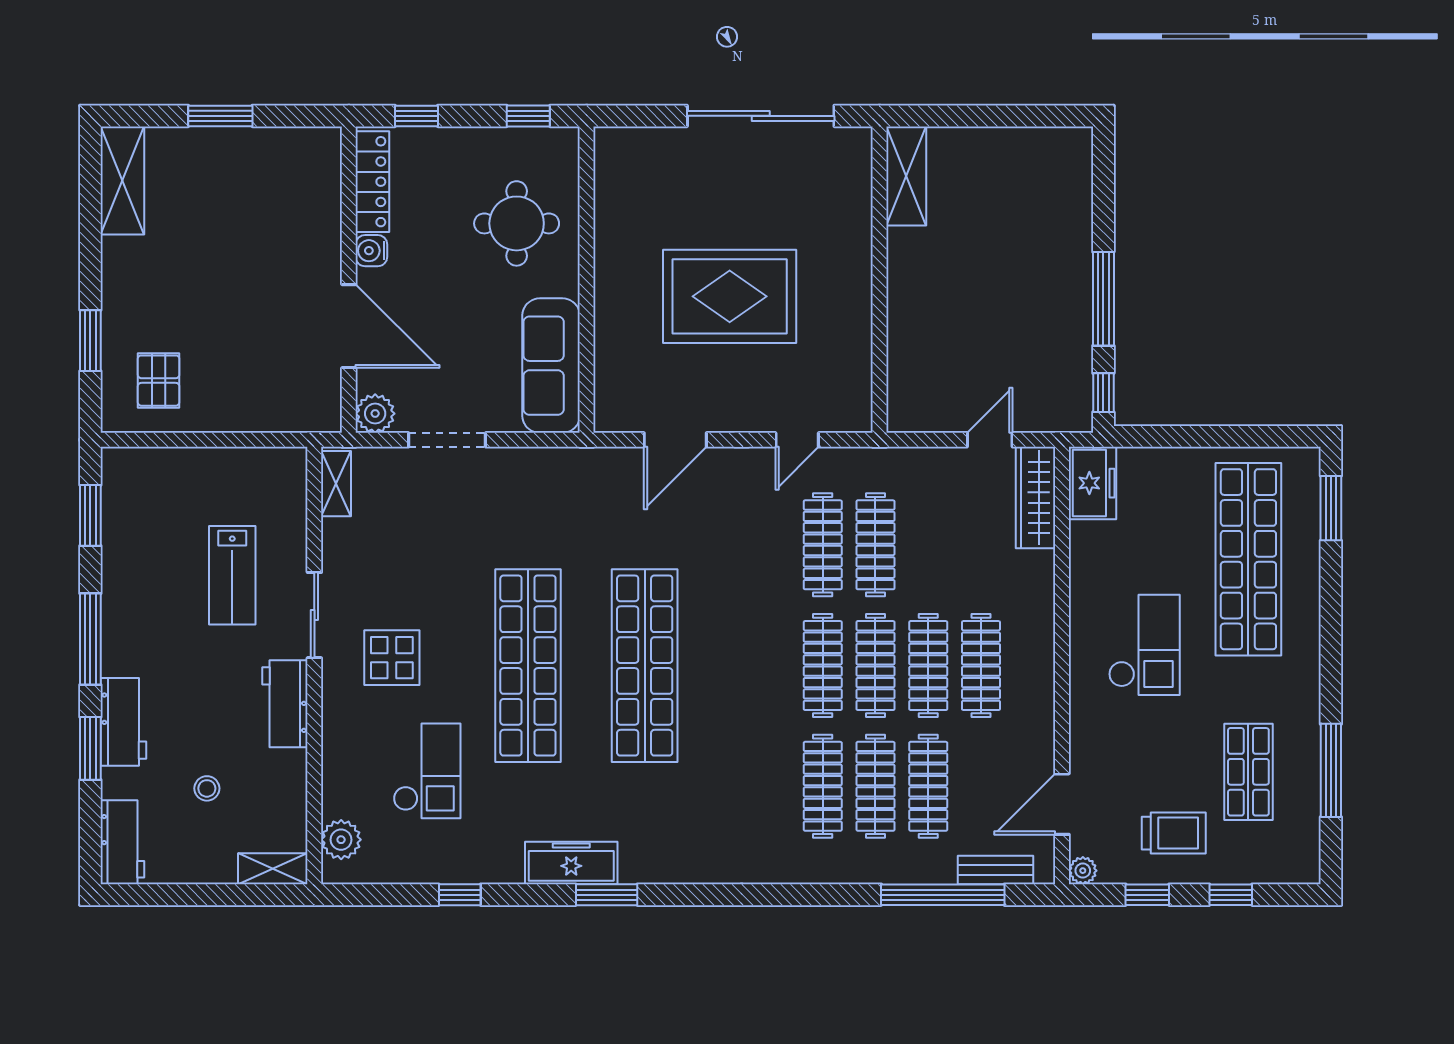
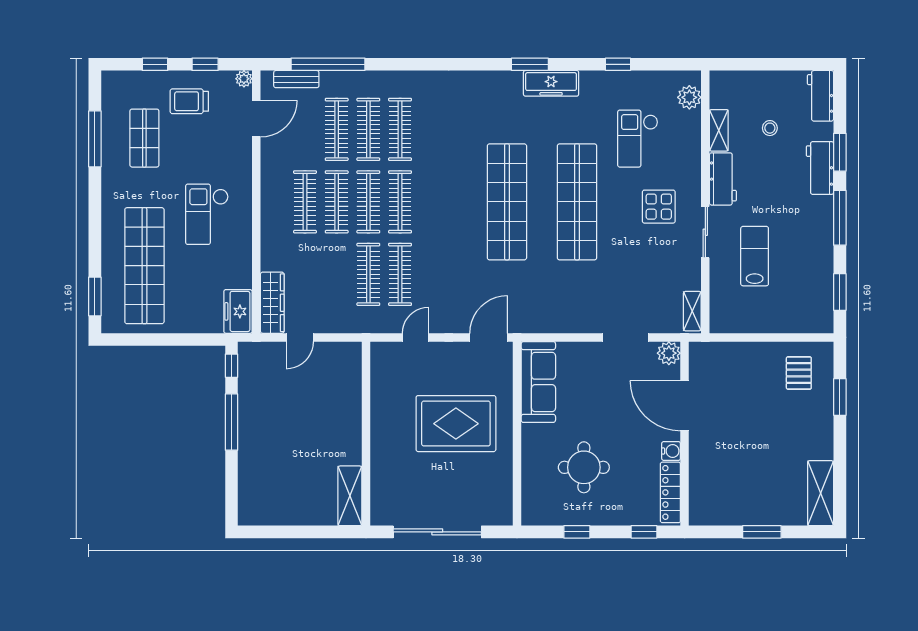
wall: (587, 280) -> (517, 434), moved
sofa: (551, 366) -> (538, 382), moved
shelving: (273, 869) -> (719, 130), moved, turned 90

